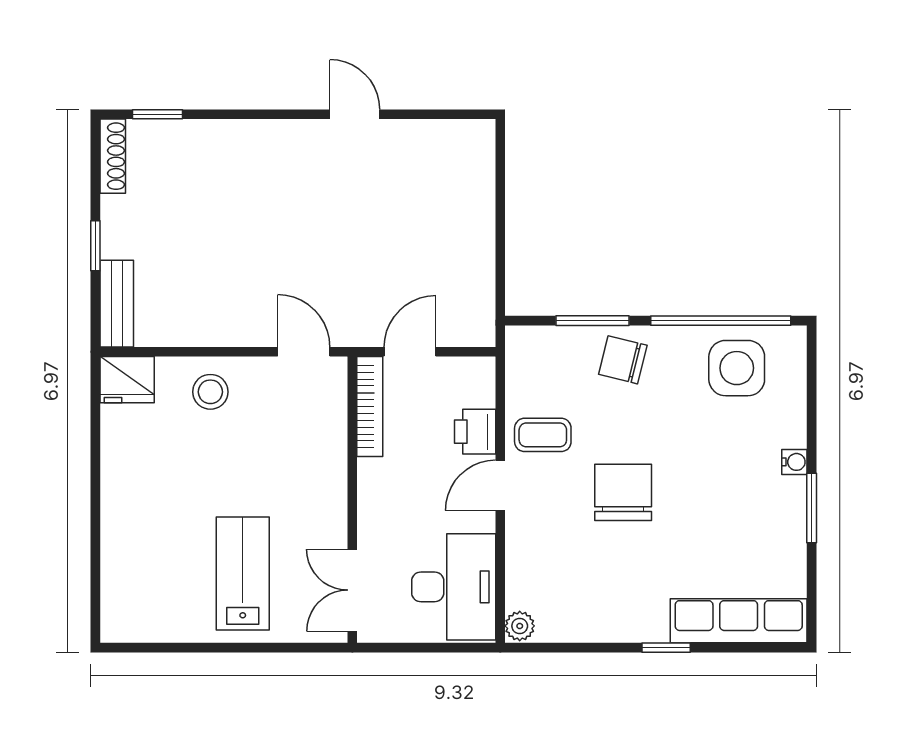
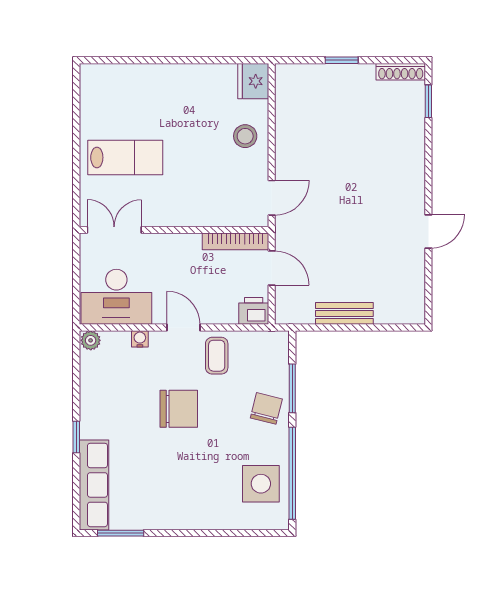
bench: (117, 304) -> (344, 313), moved
printer: (475, 432) -> (254, 311), moved
water cooler: (794, 462) -> (140, 339), moved, turned 180
window: (812, 508) -> (121, 533), moved

